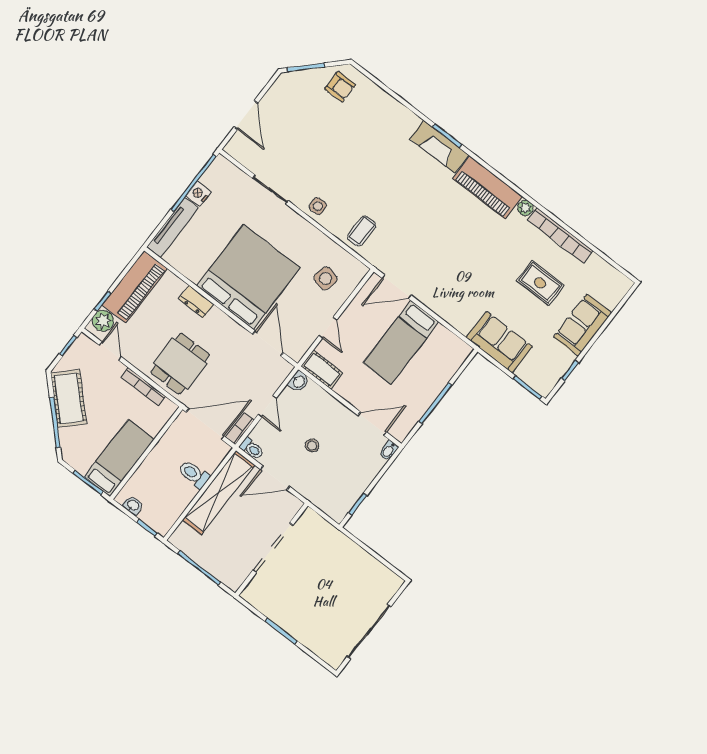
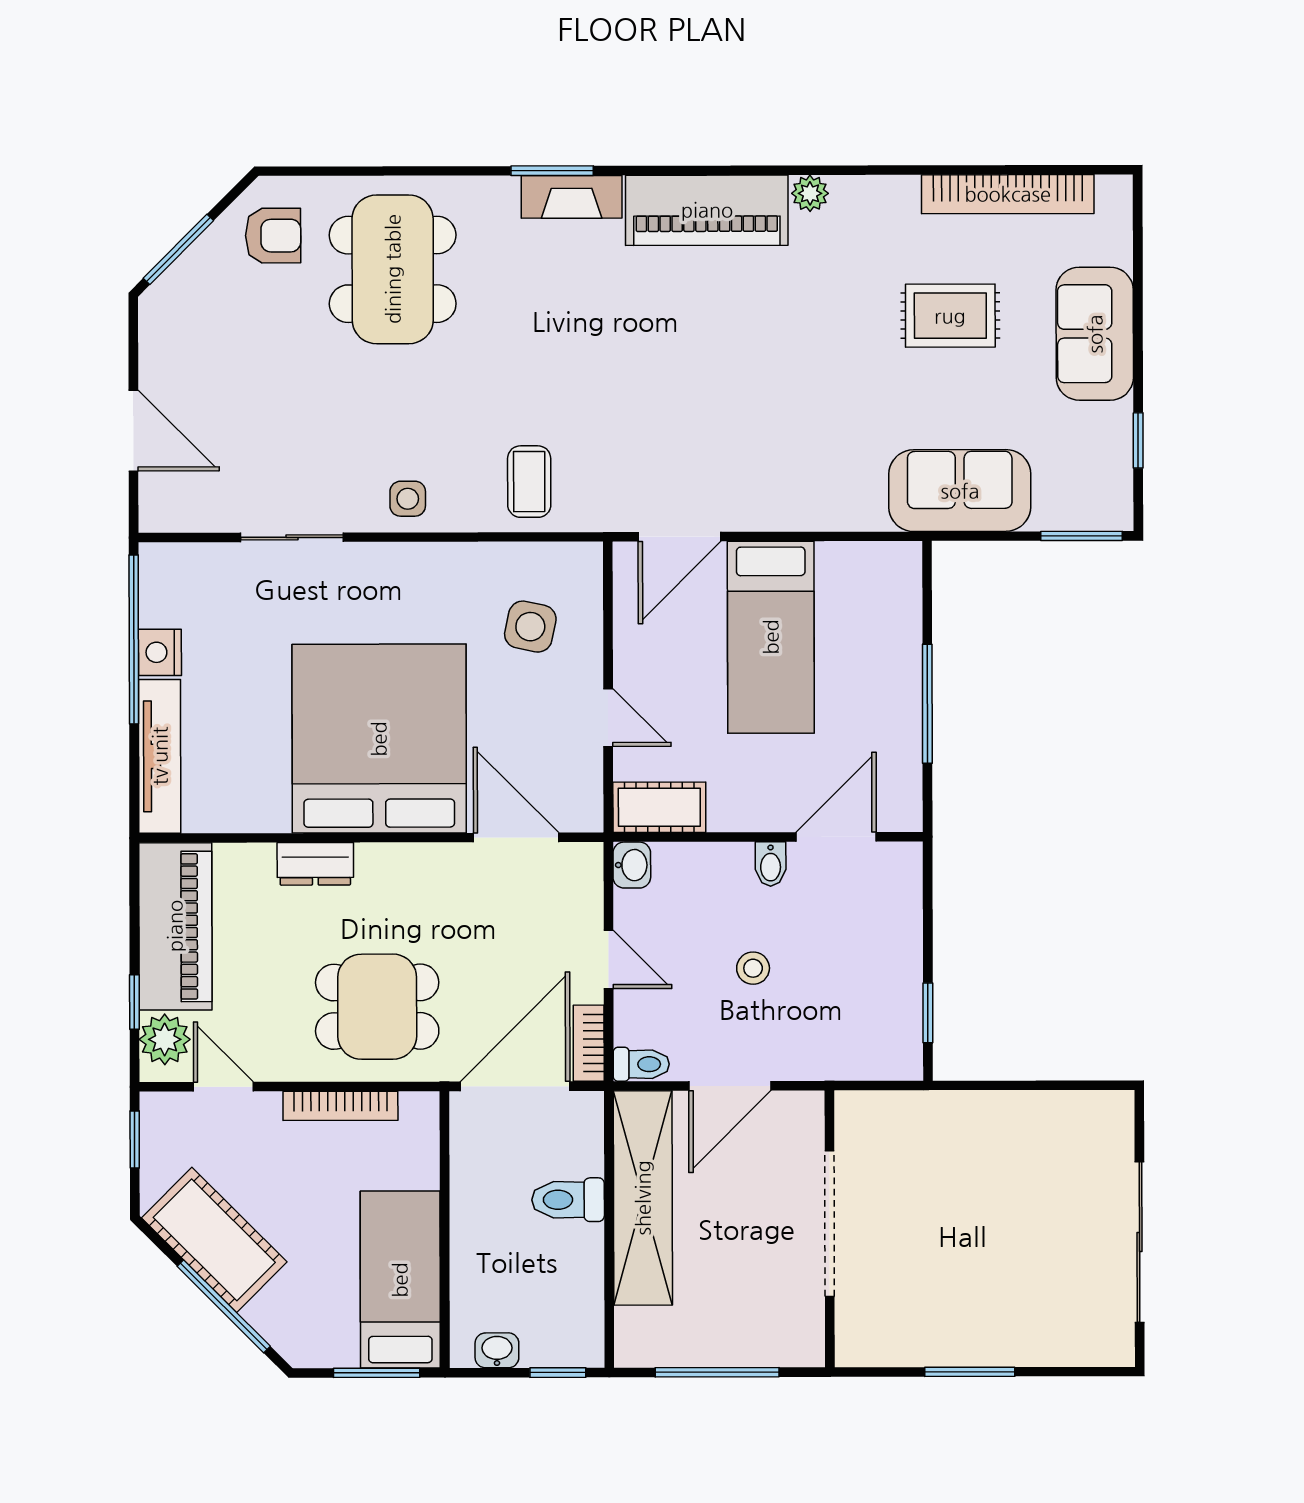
dining table: (371, 128) -> (393, 269), added
fireplace: (439, 147) -> (572, 197), width x0.73, depth x0.76
bookcase: (560, 235) -> (1008, 194), moved
dining table: (180, 364) -> (377, 1007), turned 90
bidet: (389, 450) -> (771, 864), moved

